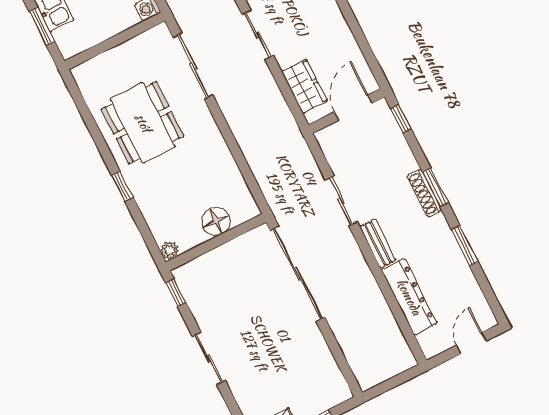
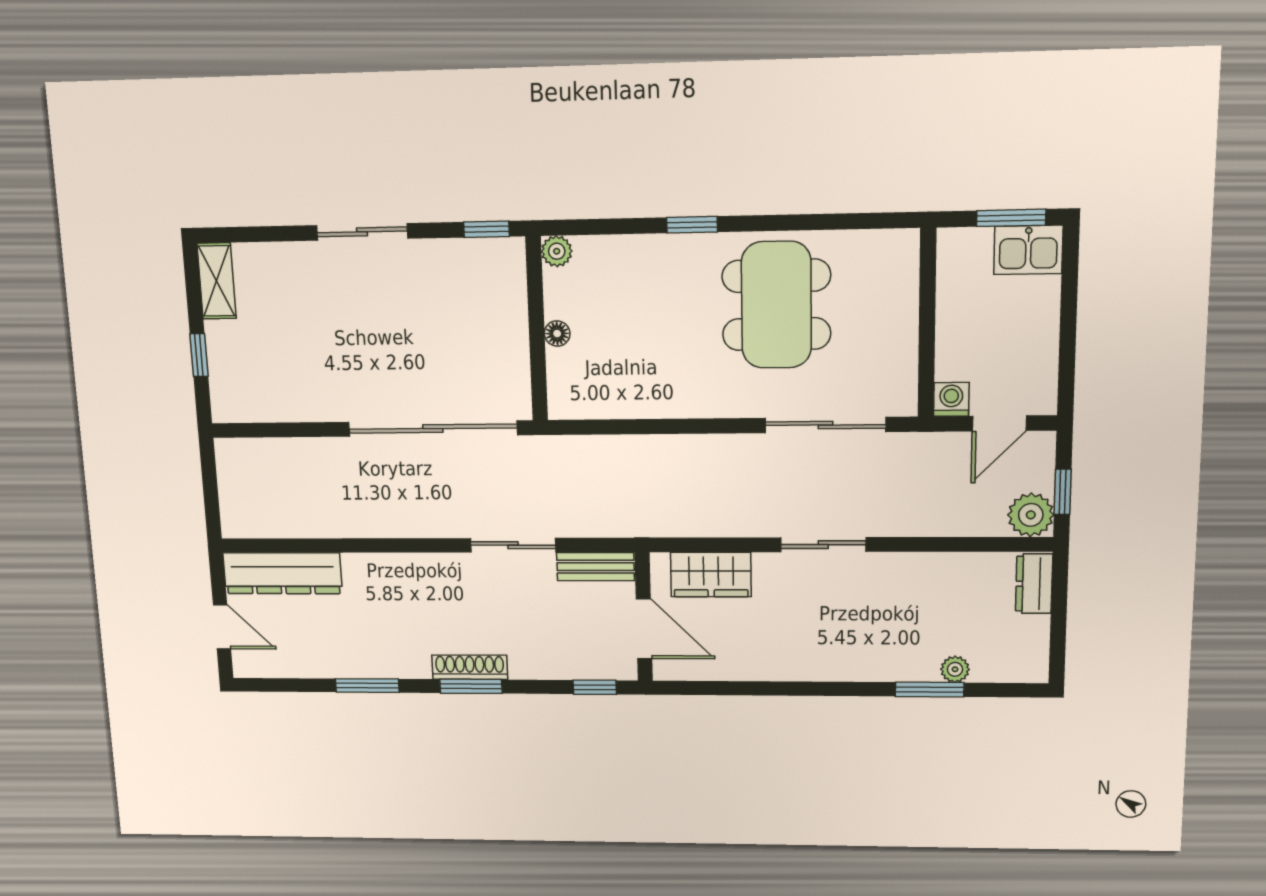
dining table: (143, 123) -> (776, 305), turned 90
floor lamp: (216, 221) -> (557, 334), width x0.53, depth x0.53
bench: (378, 243) -> (595, 567), moved
dresser: (409, 297) -> (282, 573), moved

